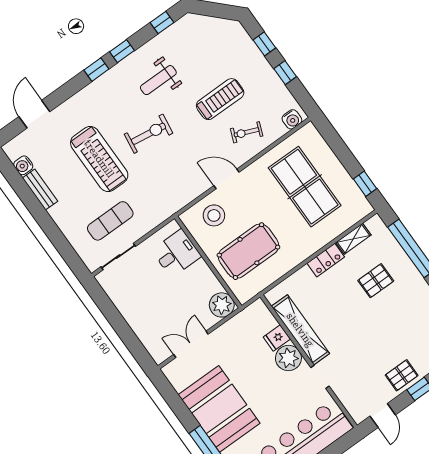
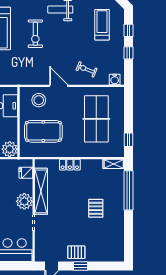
treadmill: (220, 99) -> (102, 25), moved, turned -90
exercise bike: (149, 134) -> (35, 34), turned 82
shelving: (353, 239) -> (114, 164), moved
locker: (326, 260) -> (70, 165), moved
pallet: (376, 281) -> (96, 208), moved, turned 90
fridge: (277, 338) -> (26, 173), moved

